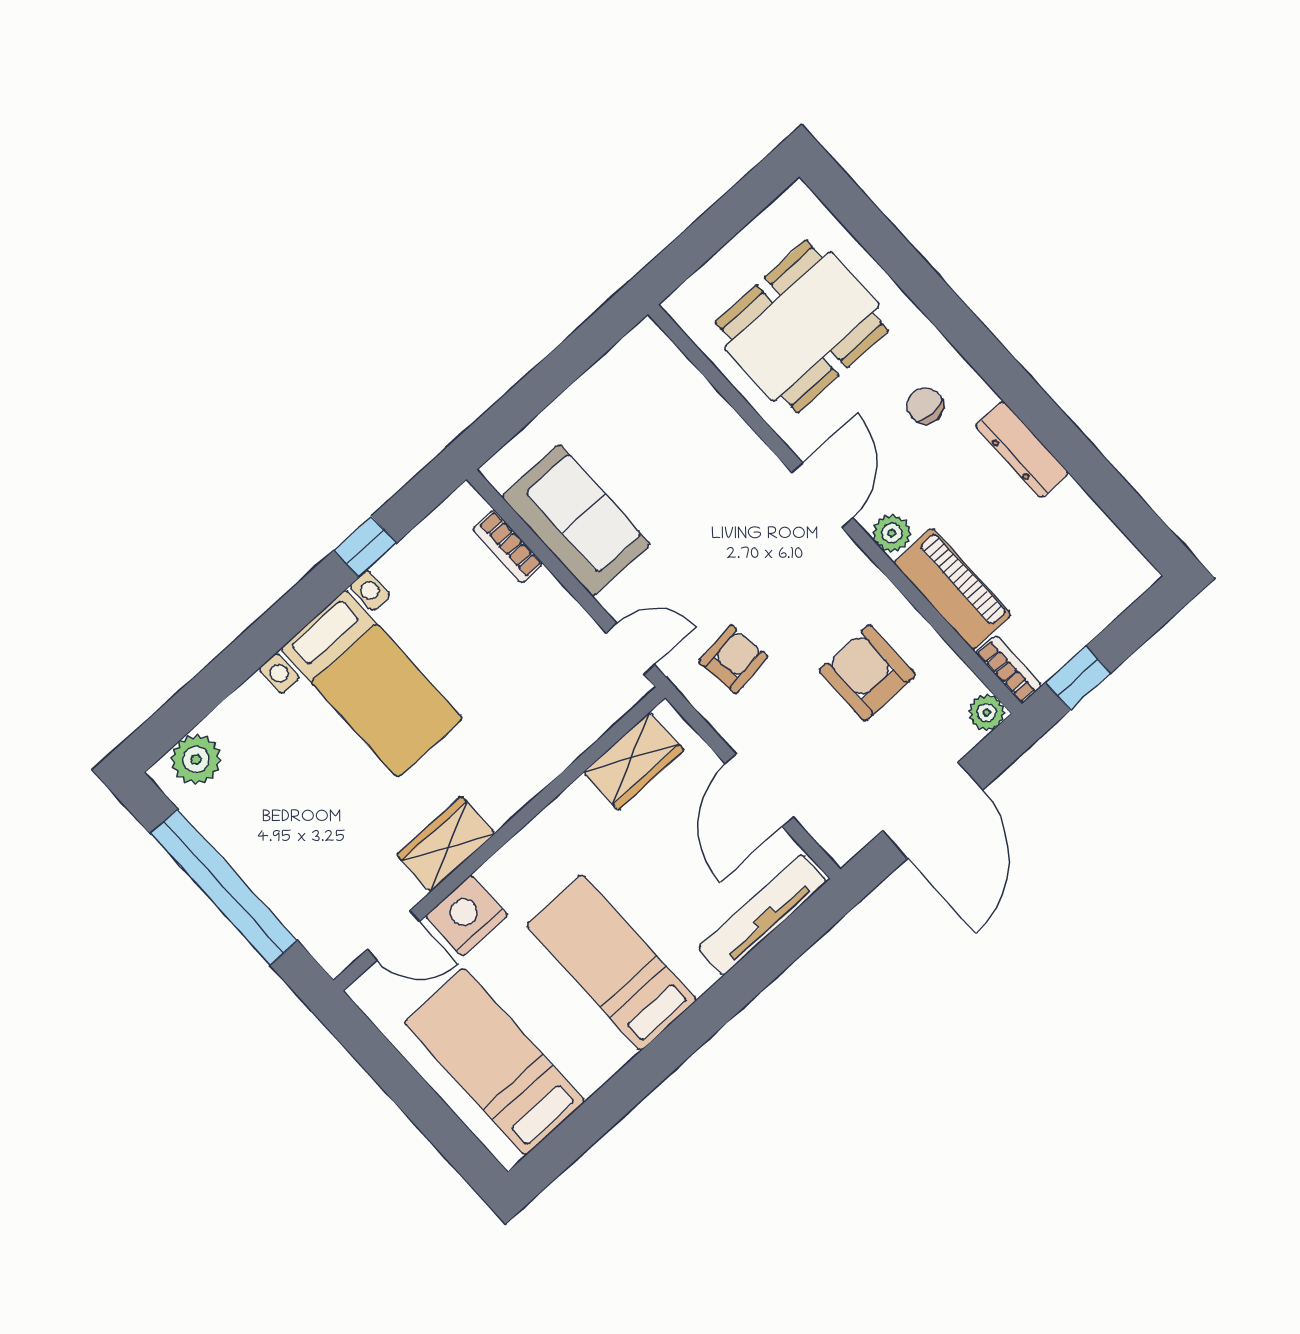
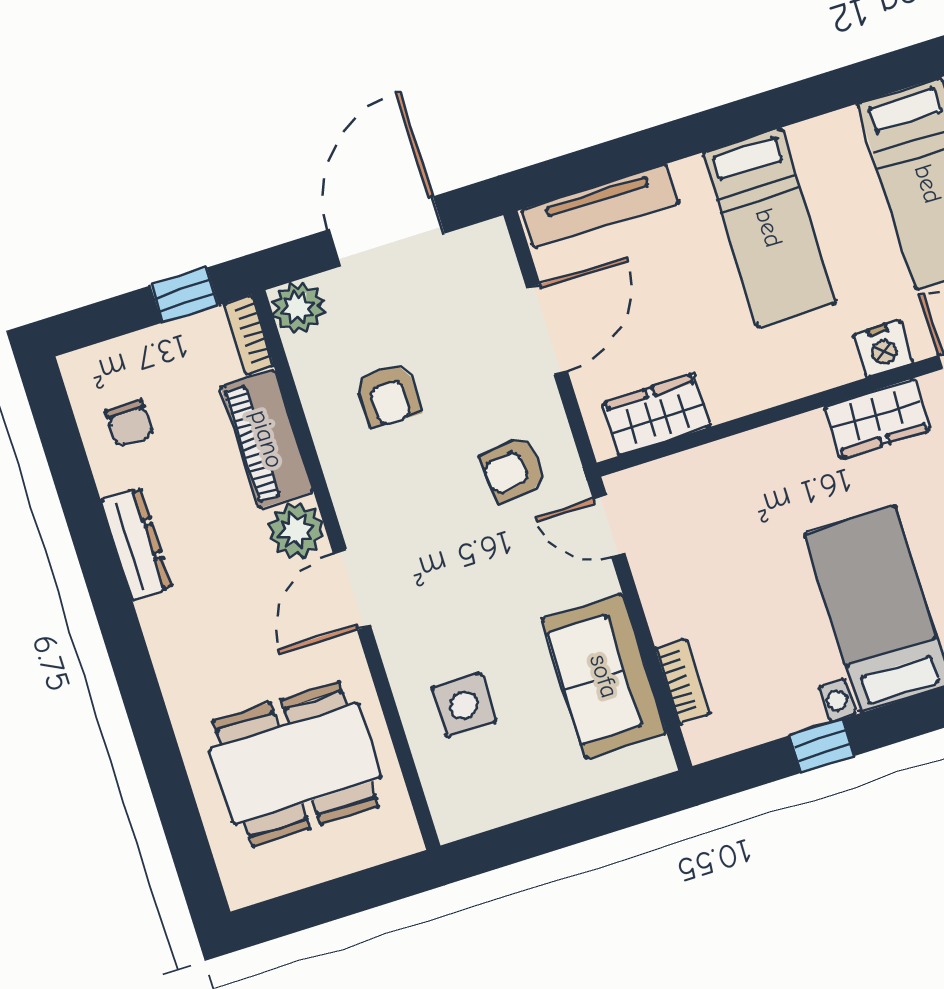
chair: (925, 406) -> (129, 423), moved
side table: (683, 441) -> (464, 705), added
plant: (892, 533) -> (296, 531), width x1.38, depth x1.38
armchair: (867, 673) -> (388, 395), width x0.72, depth x0.72
plant: (987, 712) -> (298, 307), width x1.38, depth x1.38
nightstand: (467, 916) -> (883, 349), width x0.74, depth x0.75

